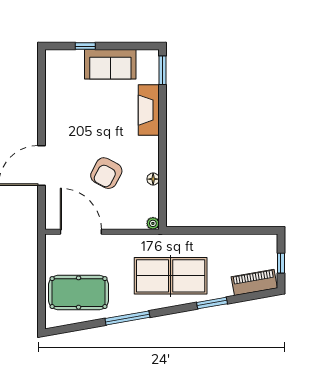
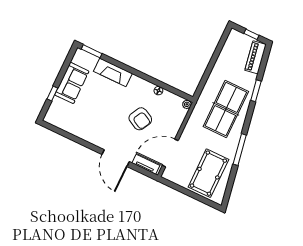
tv unit: (52, 208) -> (146, 164), added

